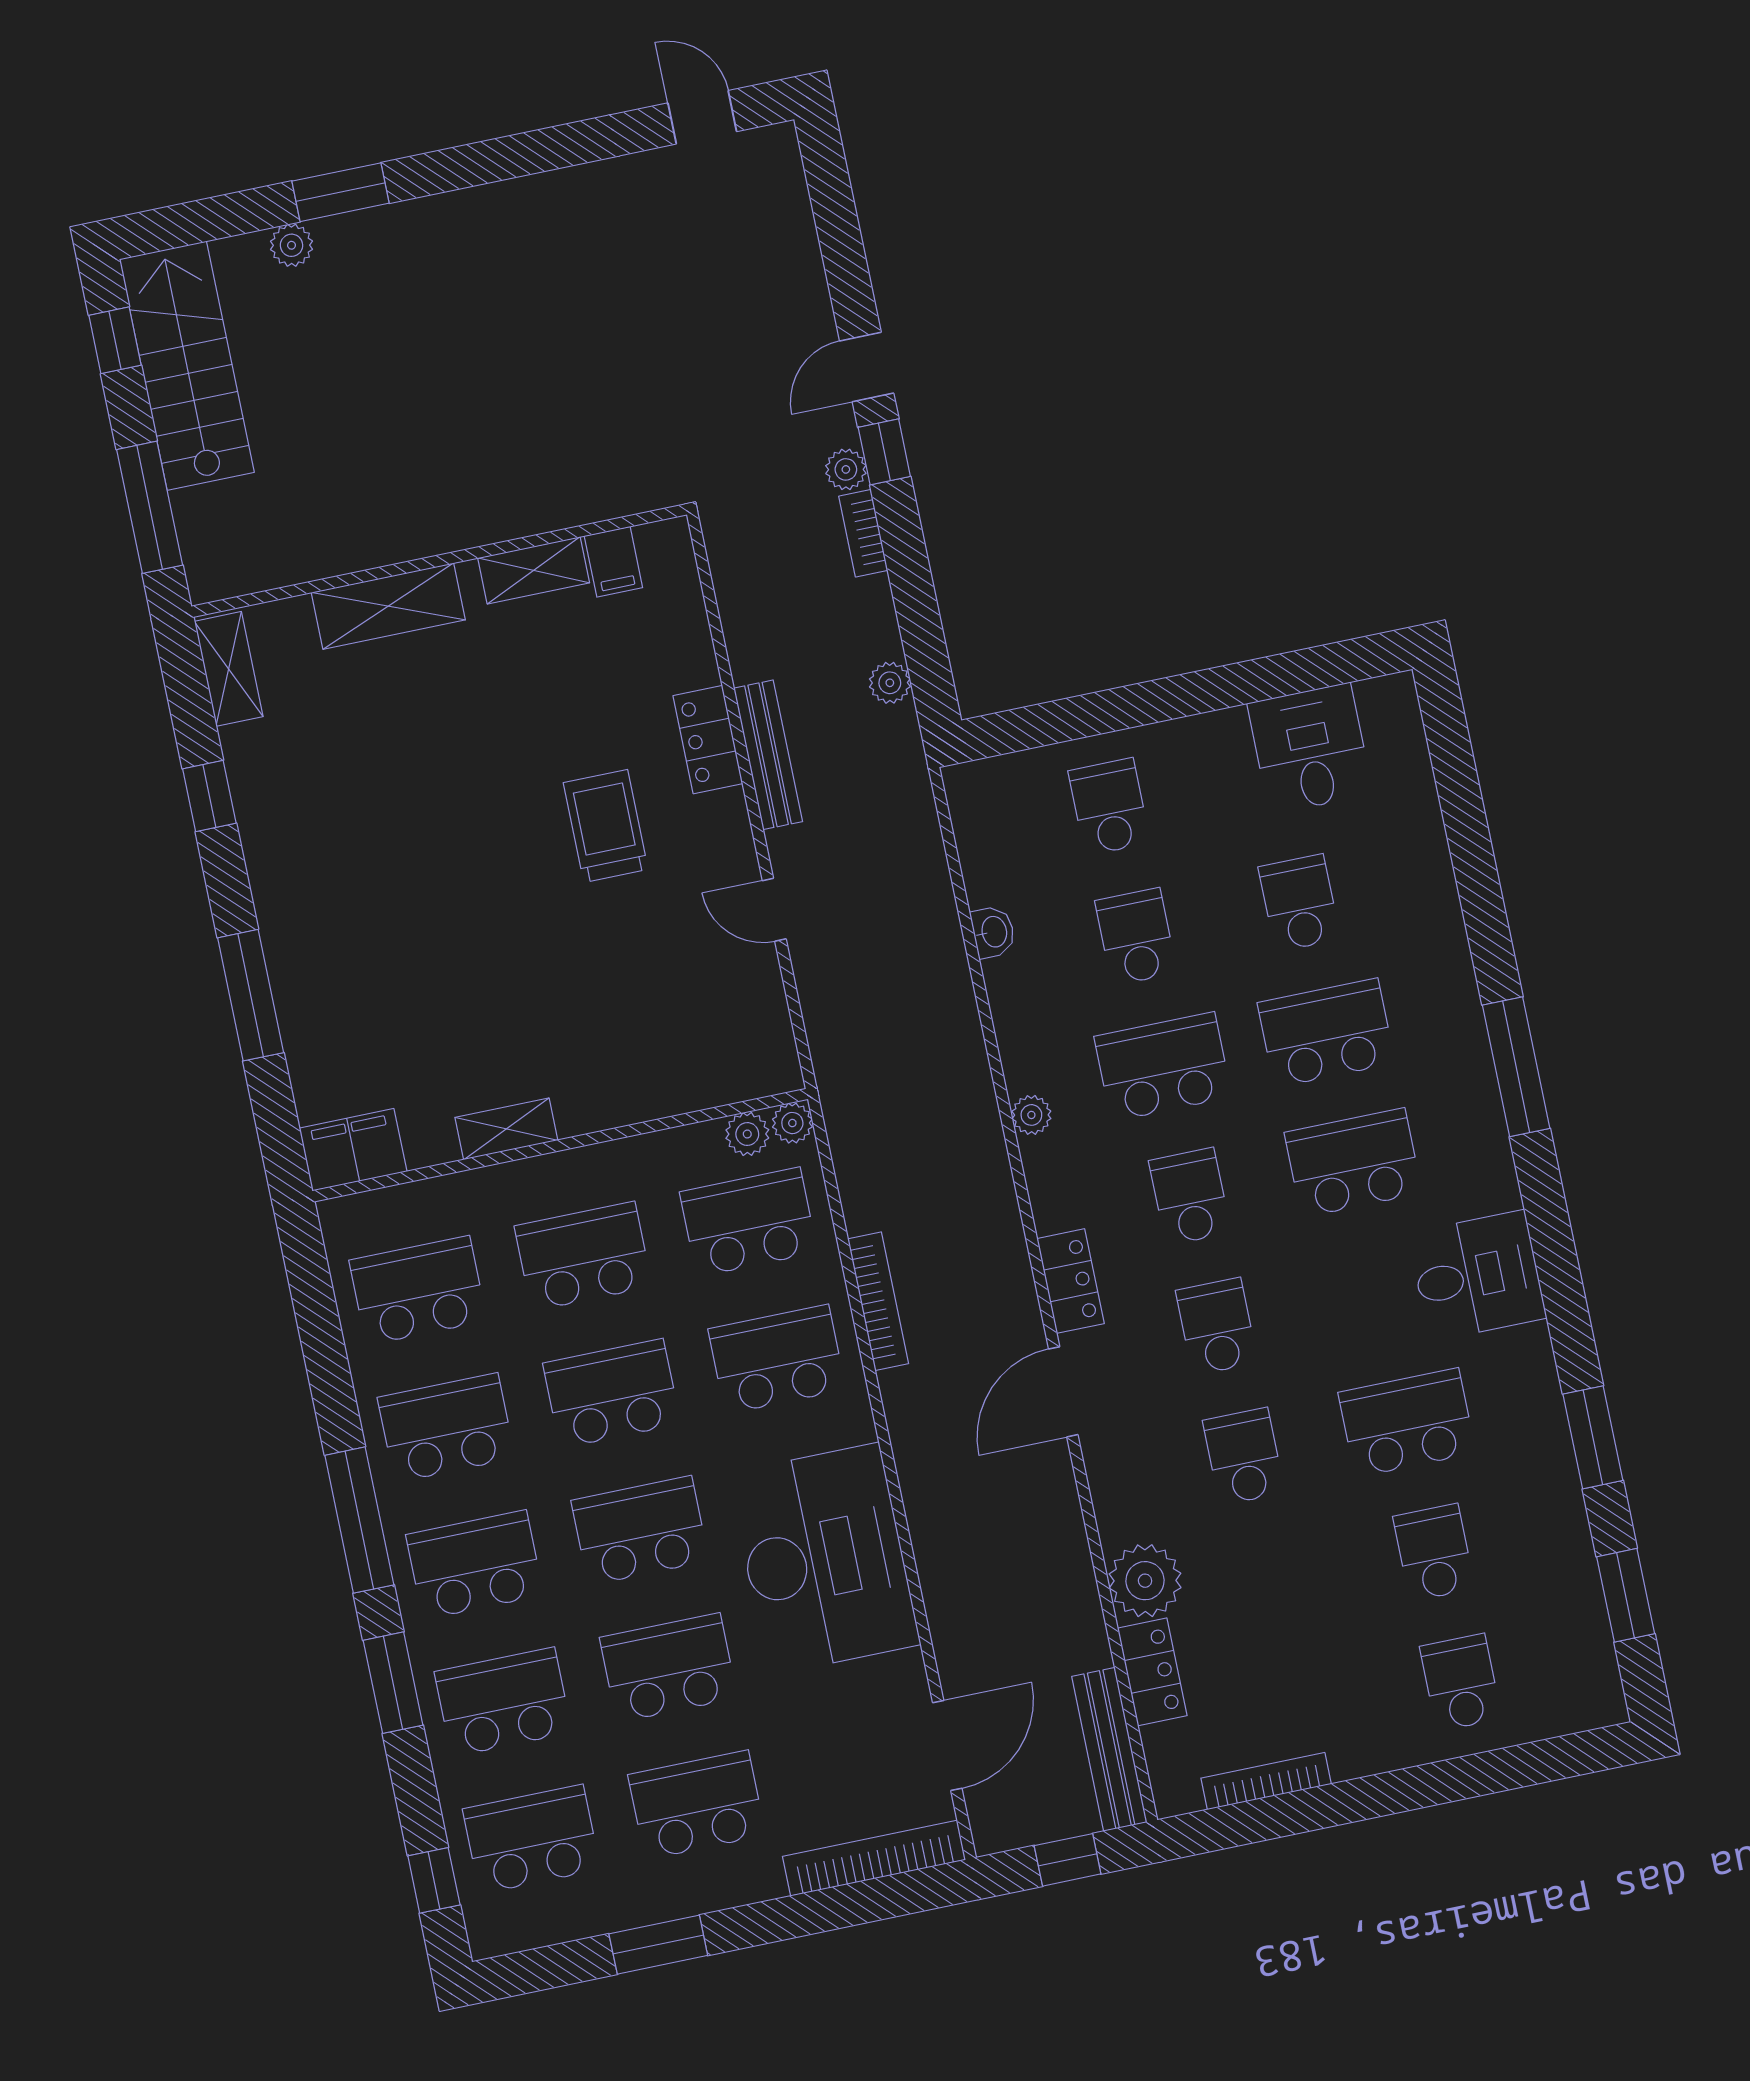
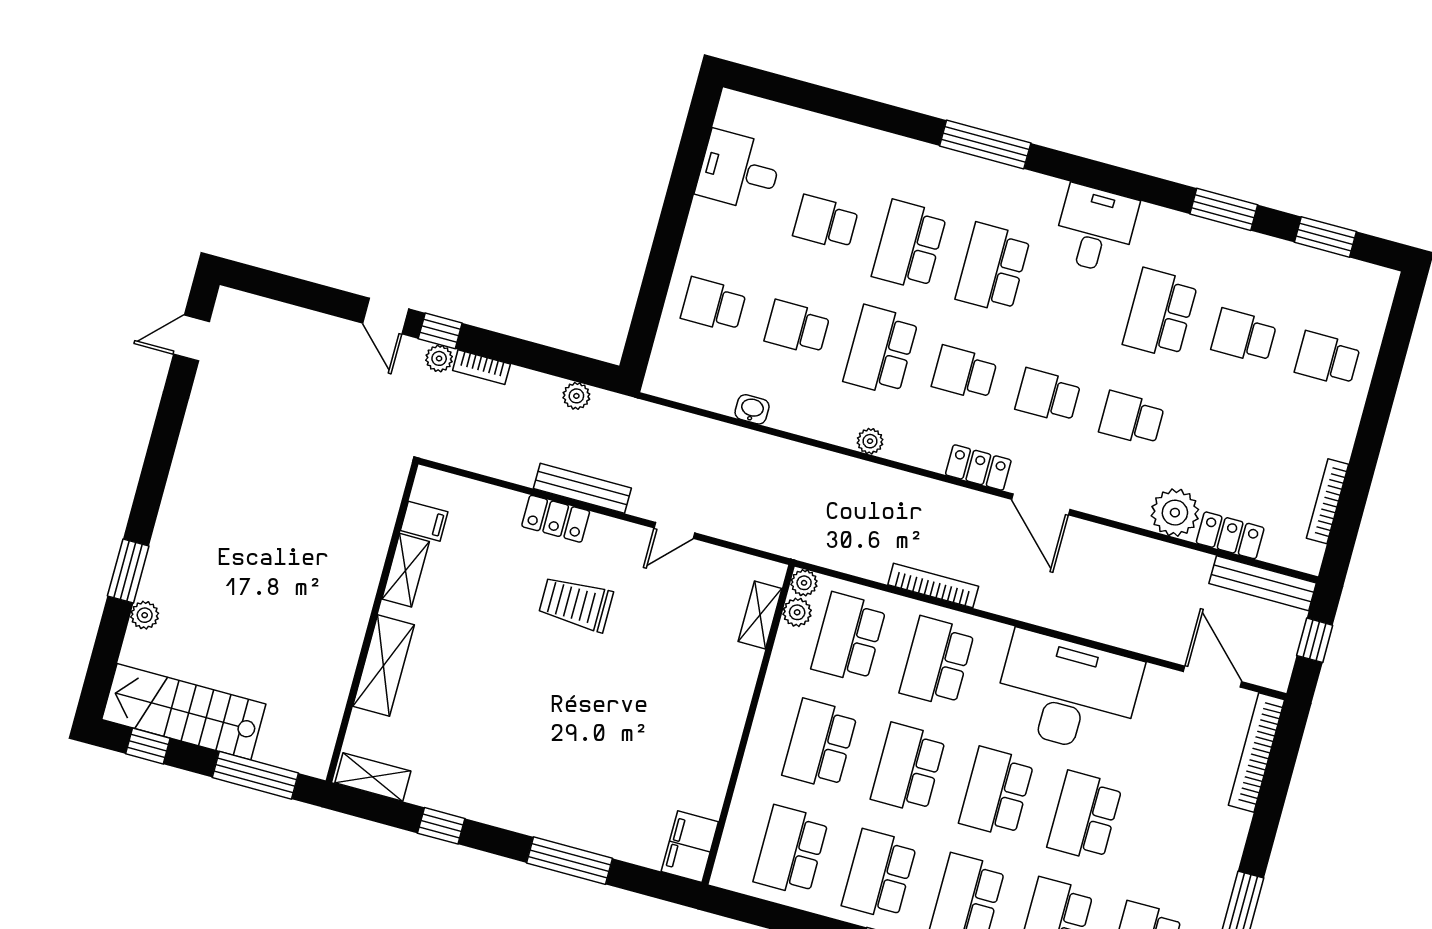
shelving: (506, 1129) -> (760, 615), moved
school desk: (697, 1805) -> (1173, 840), removed

